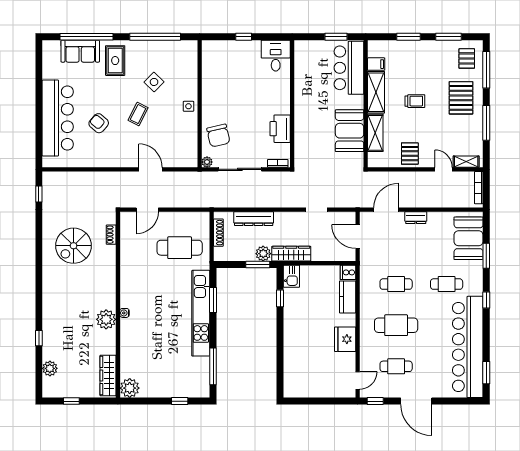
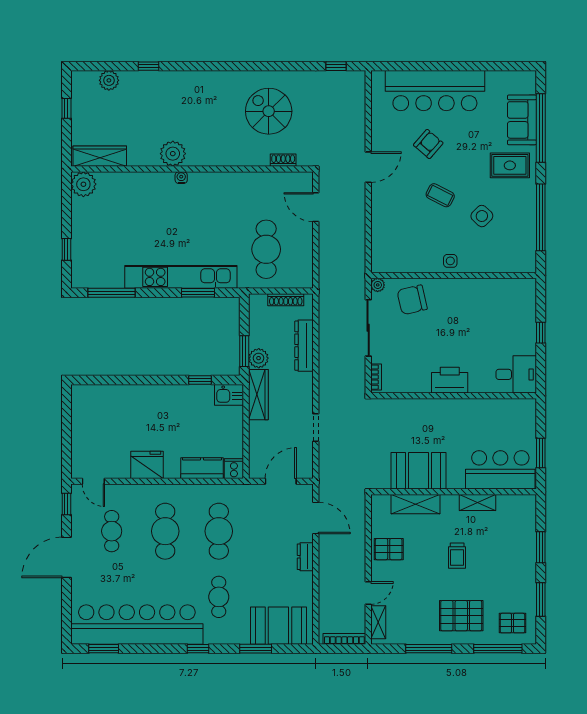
filing cabinet: (376, 64) -> (505, 505), removed
shelving: (376, 92) -> (477, 502), width x0.67, depth x0.75
printer: (280, 129) -> (450, 380), moved
door: (150, 169) -> (368, 167), moved
cafe table: (396, 284) -> (219, 531), width x1.37, depth x1.35

